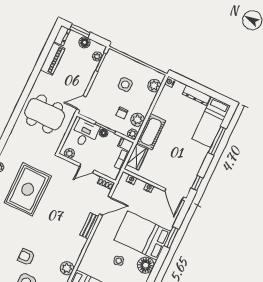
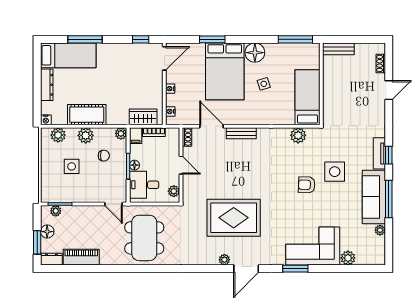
plant: (137, 120) -> (86, 135), moved
cot: (151, 132) -> (87, 115), moved
armchair: (26, 257) -> (307, 185), turned 93

